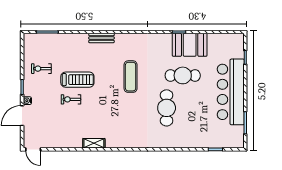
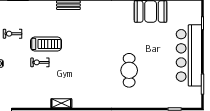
cafe table: (183, 75) -> (144, 40), removed
exercise mat: (131, 77) -> (96, 41), removed

